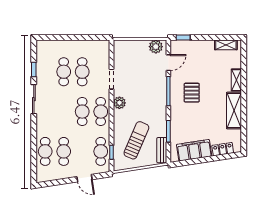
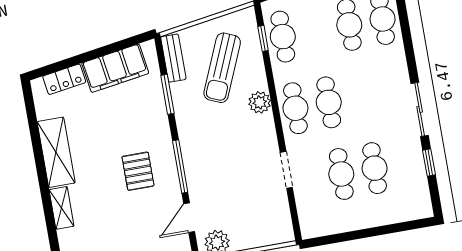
plant: (119, 103) -> (260, 102), moved

